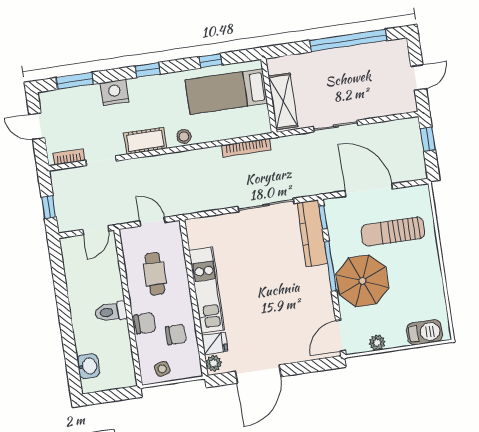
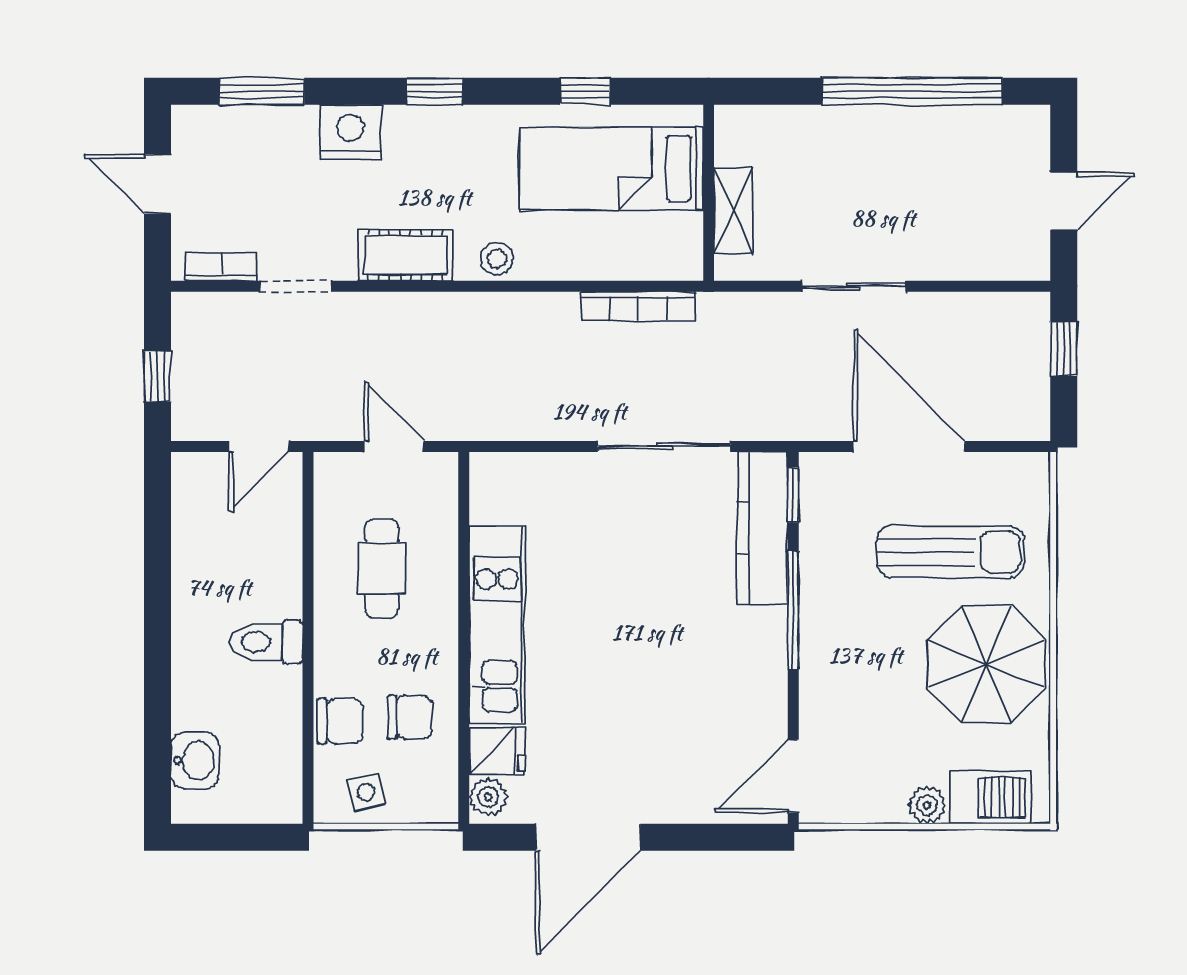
shelving: (283, 101) -> (733, 211), width x0.67, depth x0.75
sun lounger: (393, 232) -> (951, 552), turned 180
parasol: (362, 281) -> (986, 664), moved
chair: (145, 323) -> (340, 721), moved
plant: (377, 343) -> (927, 805), moved

